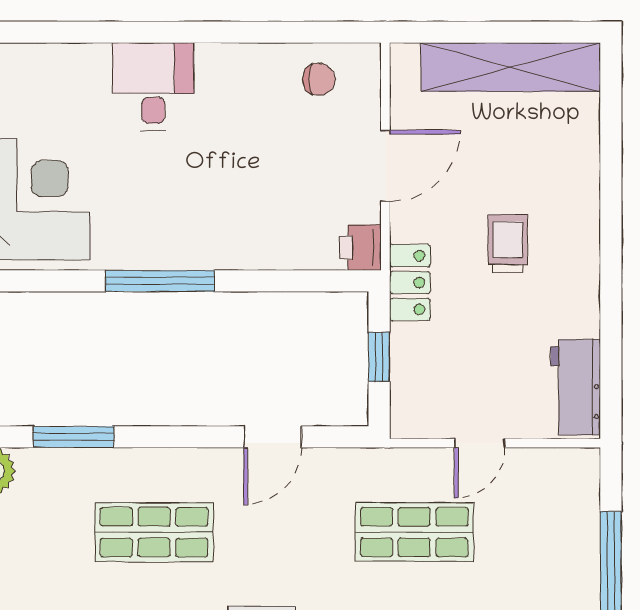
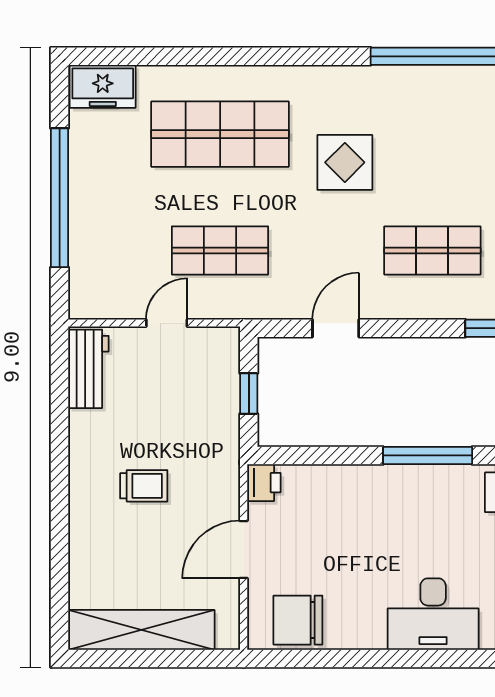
chair: (319, 79) -> (298, 620), width x1.87, depth x1.87
desk: (153, 87) -> (433, 614), width x1.37
trolley: (508, 244) -> (144, 486), turned -90
locker: (410, 283) -> (224, 454), removed

